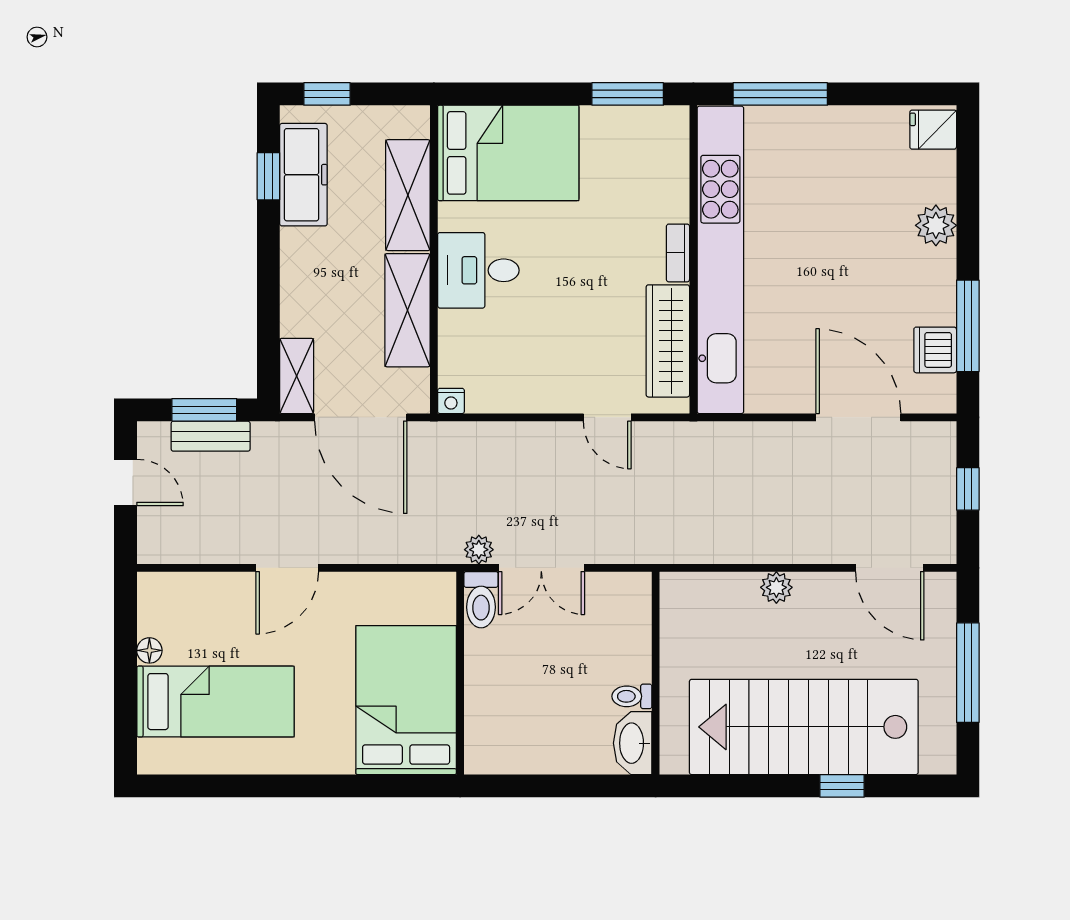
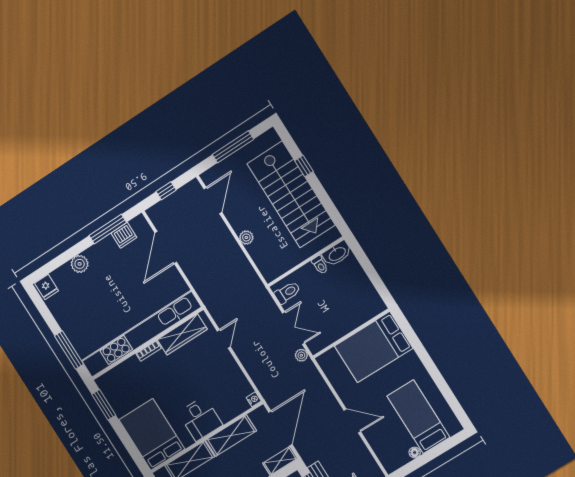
toilet: (481, 600) -> (287, 293), moved

